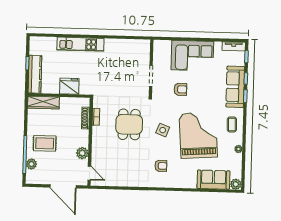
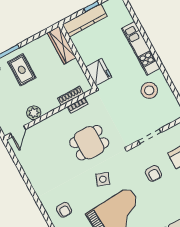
stool: (116, 56) -> (149, 90), added
fridge: (69, 86) -> (99, 72), moved
armchair: (161, 166) -> (64, 210), moved

